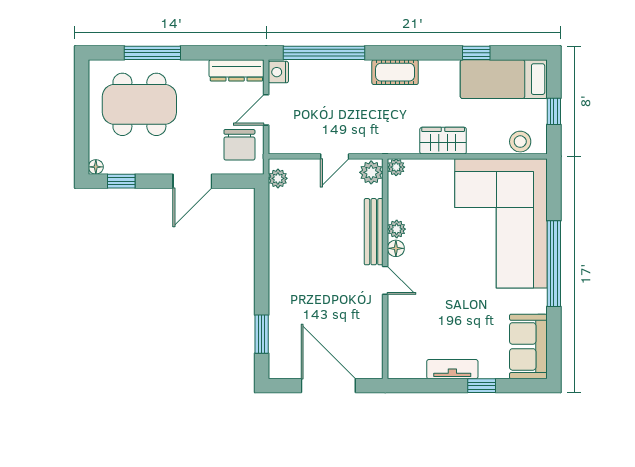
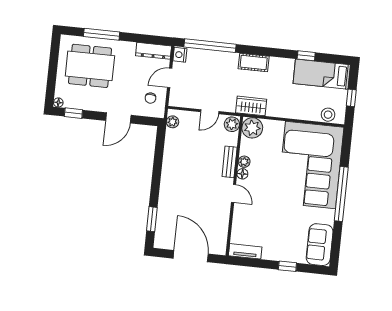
wardrobe: (443, 141) -> (251, 106), moved
chair: (239, 145) -> (150, 98), width x0.54, depth x0.54
plant: (396, 167) -> (252, 128), width x1.88, depth x1.88
bench: (374, 232) -> (230, 162), width x0.73
tv unit: (452, 369) -> (245, 251), moved

